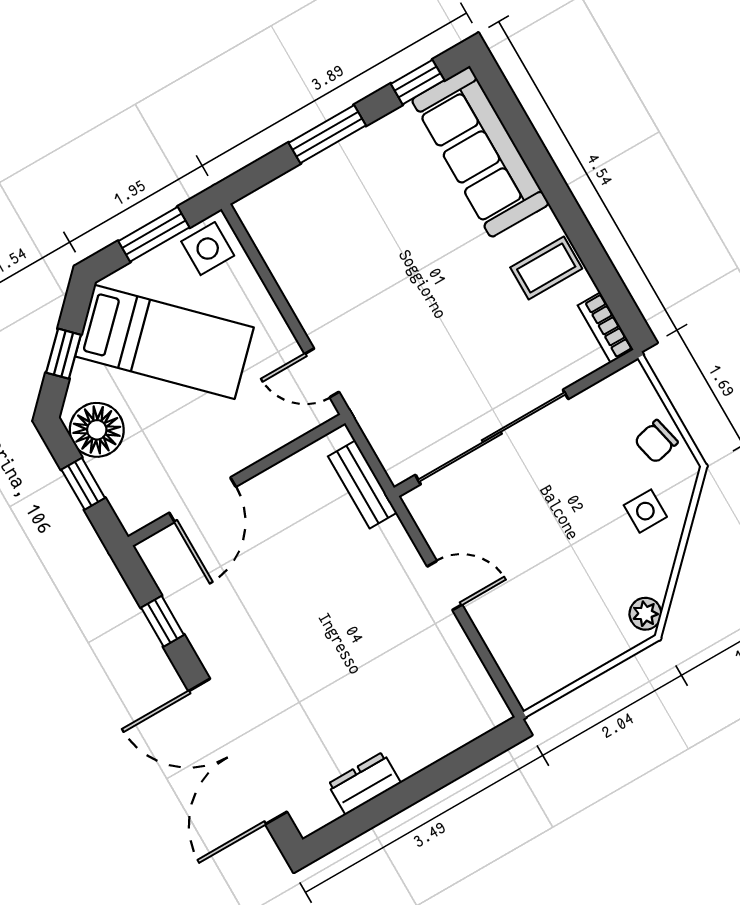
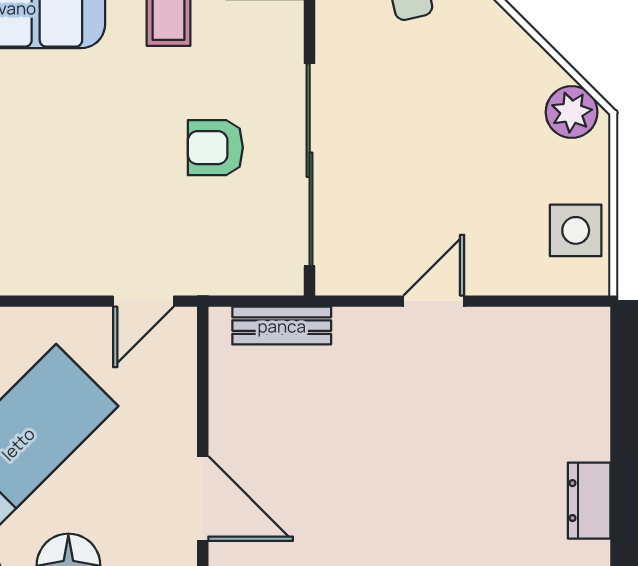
armchair: (465, 361) -> (215, 148), added
side table: (645, 511) -> (576, 230), moved, width x1.37, depth x1.37
plant: (645, 614) -> (572, 112), width x1.38, depth x1.38

